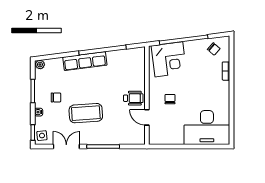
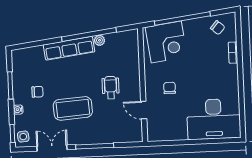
plant: (40, 65) -> (99, 40), moved
wheelchair: (133, 98) -> (111, 88), moved, turned -90

